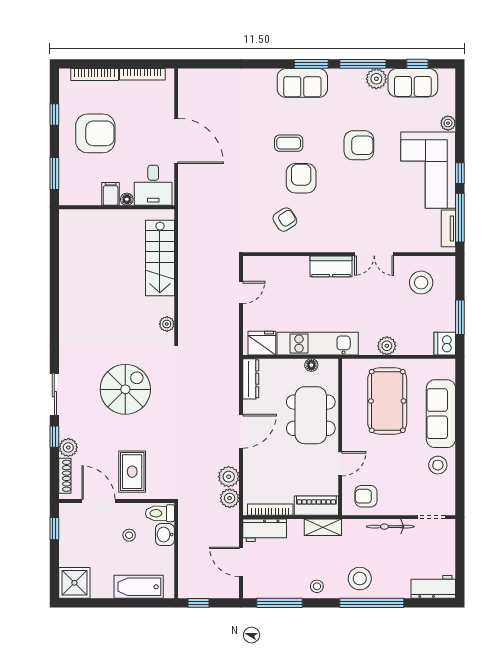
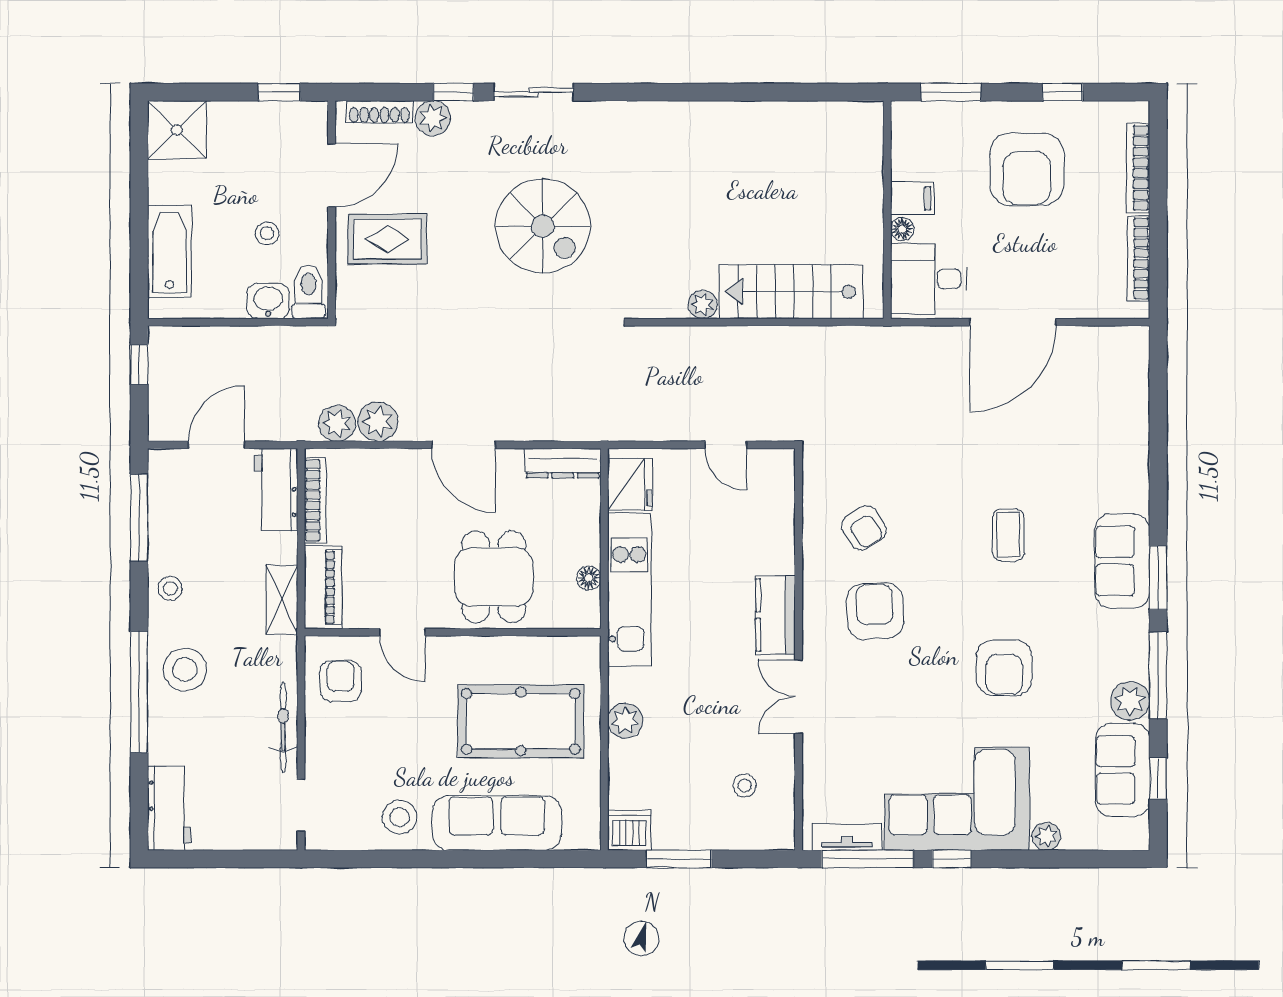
armchair: (301, 178) -> (875, 611), moved, turned -93
stool: (421, 283) -> (745, 786), width x0.53, depth x0.53
plant: (167, 324) -> (703, 304), moved
dining table: (311, 415) -> (494, 577), width x0.73

